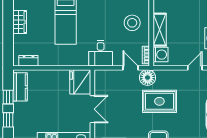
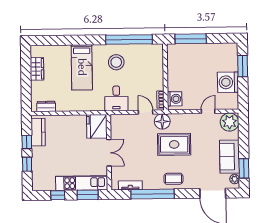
stool: (132, 23) -> (116, 62), moved
shelving: (160, 30) -> (173, 75), removed

